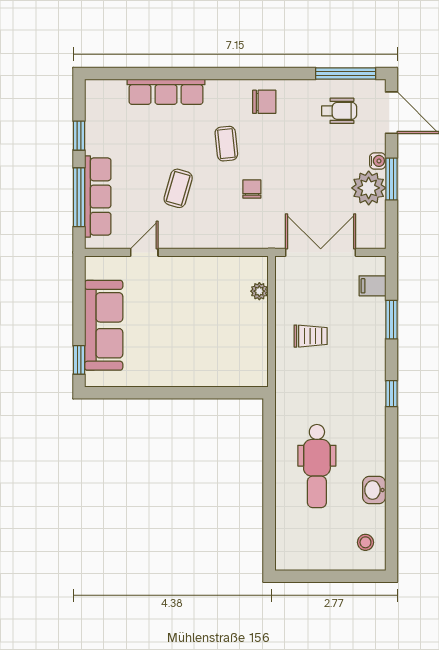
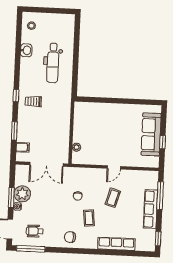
window: (79, 136) -> (158, 239), moved
row of seats: (98, 197) -> (151, 209), moved
door: (144, 252) -> (114, 167), moved
trolley: (311, 336) -> (33, 101), moved
window: (79, 360) -> (162, 142), moved
dental chair: (317, 466) -> (53, 63), turned 180

